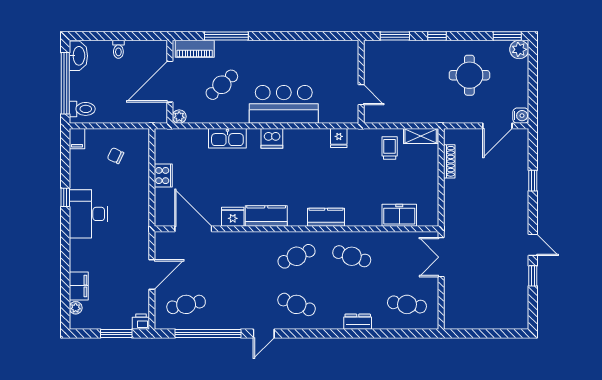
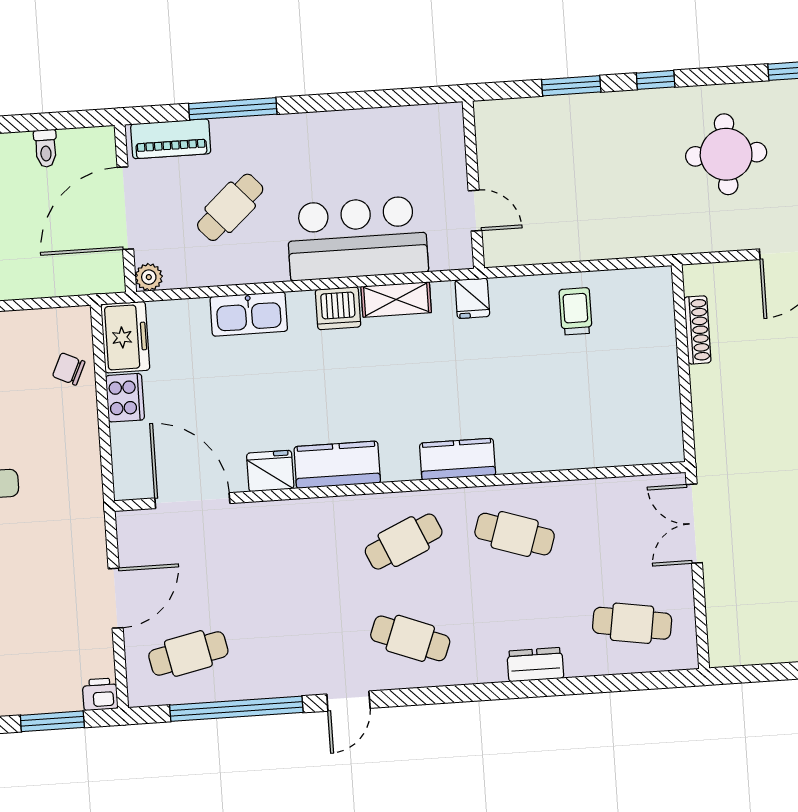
toilet: (118, 49) -> (46, 148), moved
wall: (361, 82) -> (473, 185), moved
door: (361, 95) -> (475, 211), moved
shelving: (421, 136) -> (396, 299), moved
chair: (116, 156) -> (69, 369), moved
freezer: (399, 215) -> (125, 337), moved, turned 90

